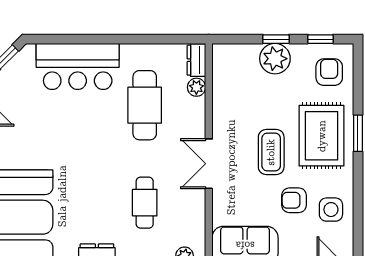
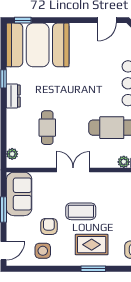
rug: (322, 136) -> (92, 245), width x0.73, depth x0.70
cafe table: (145, 203) -> (47, 128), turned 90

